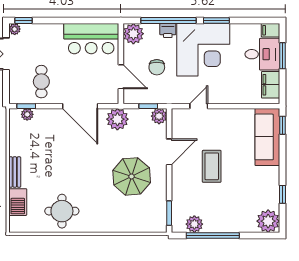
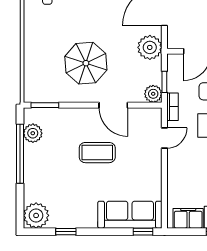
bookcase: (171, 99) -> (172, 107), added
door: (199, 106) -> (164, 138), hinge flipped

